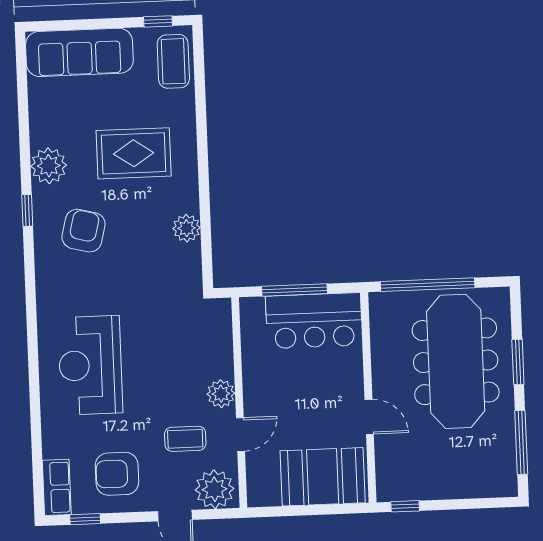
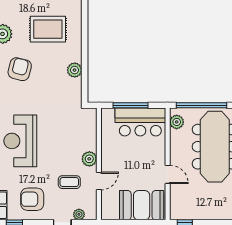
plant: (382, 318) -> (177, 122), added
plant: (215, 489) -> (79, 214), width x0.53, depth x0.53

